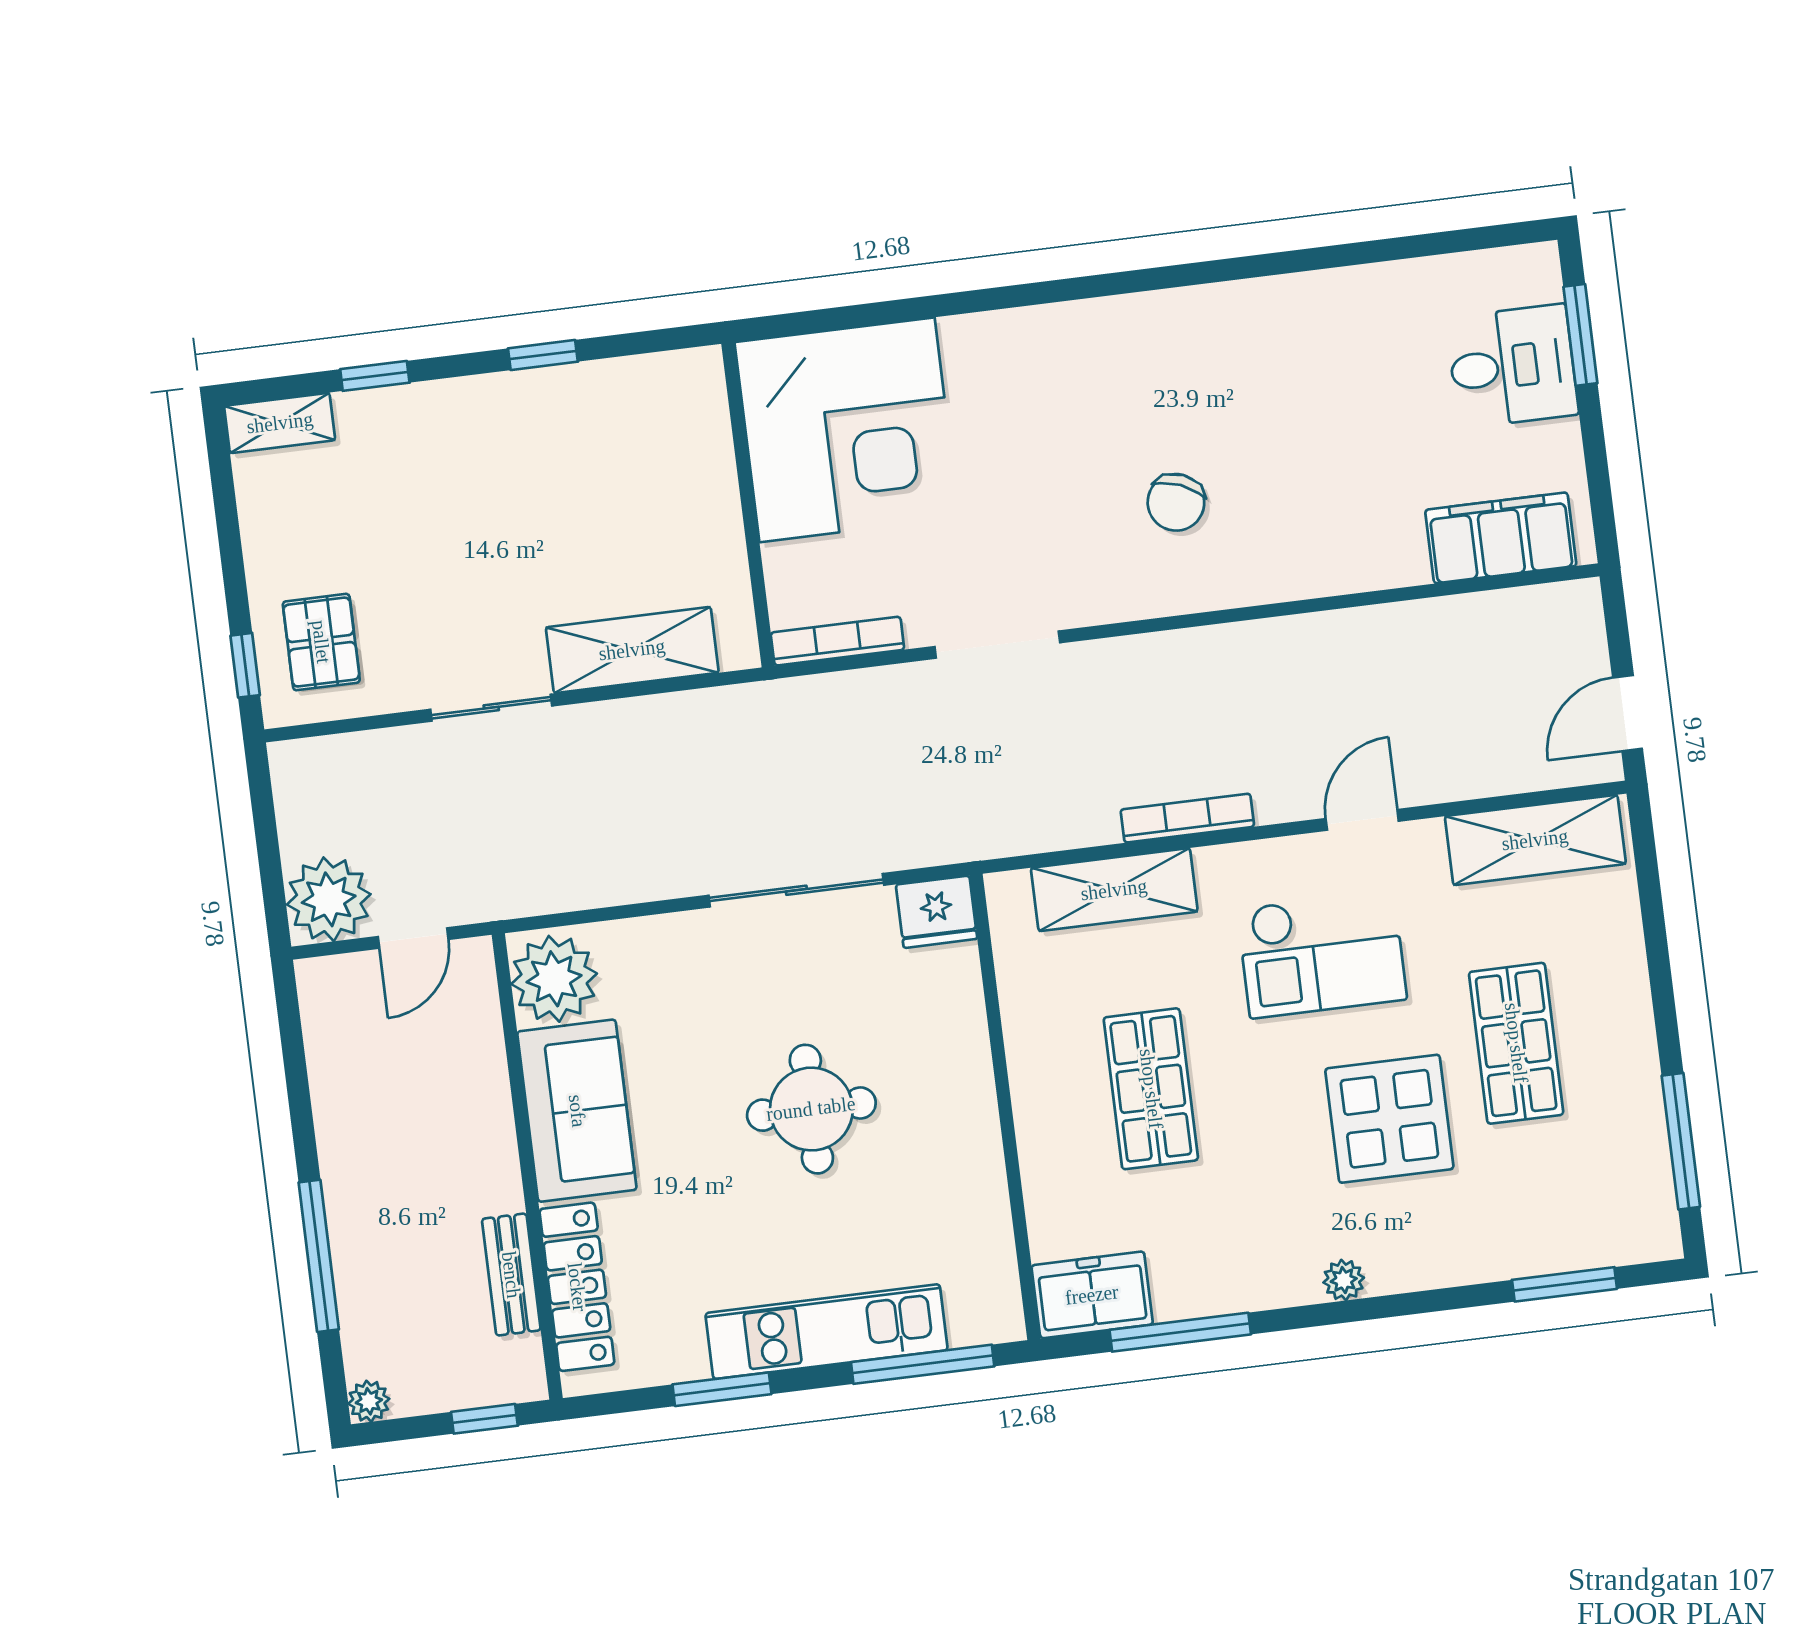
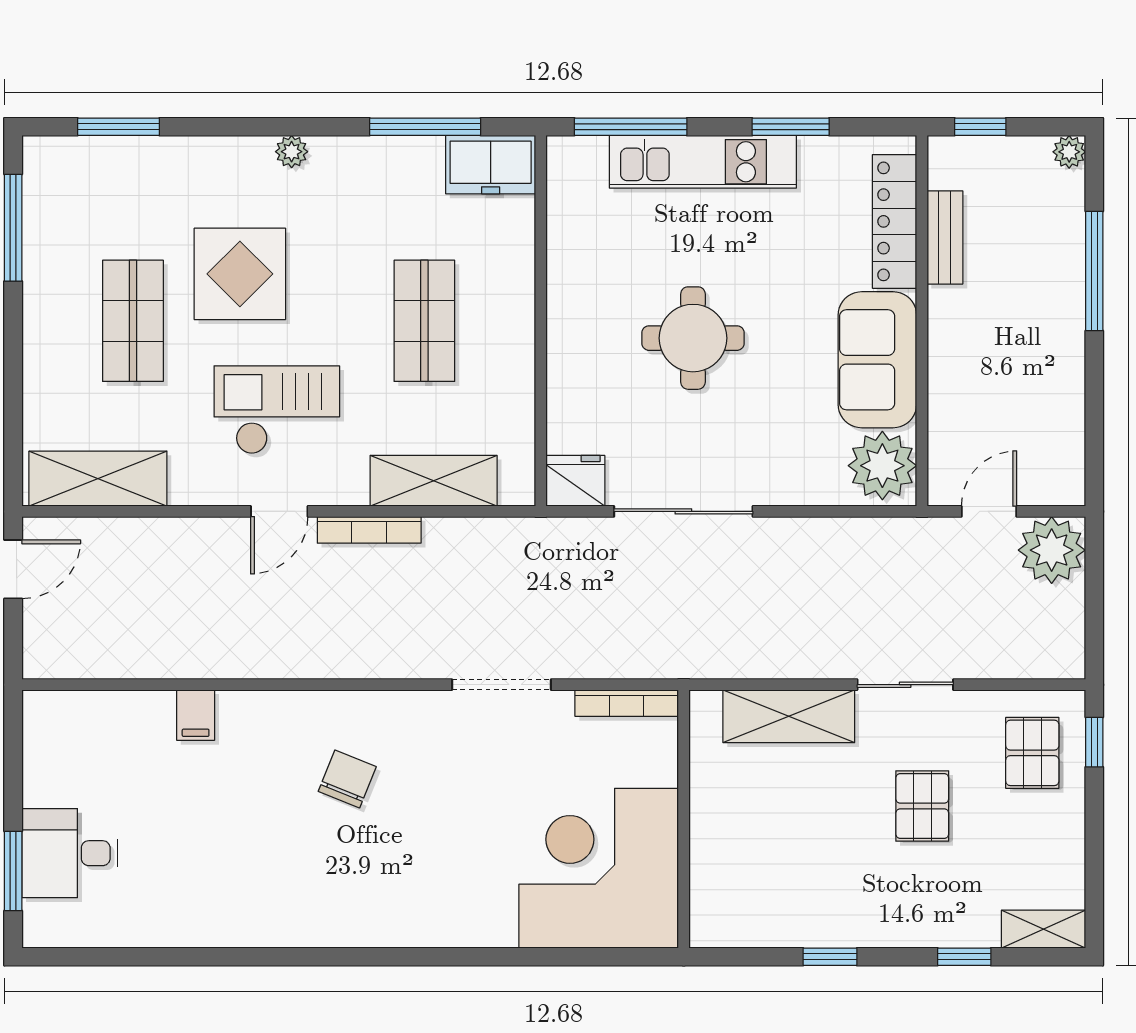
filing cabinet: (1501, 538) -> (196, 715), moved, width x0.33, depth x0.86
pallet: (451, 558) -> (922, 806), added
door: (1362, 820) -> (279, 511), moved

